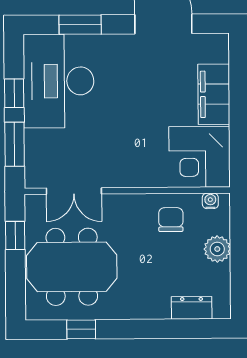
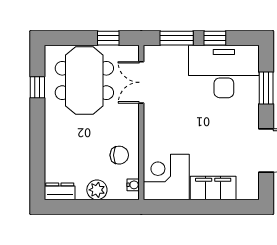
dresser: (192, 308) -> (60, 191), moved, turned -90

